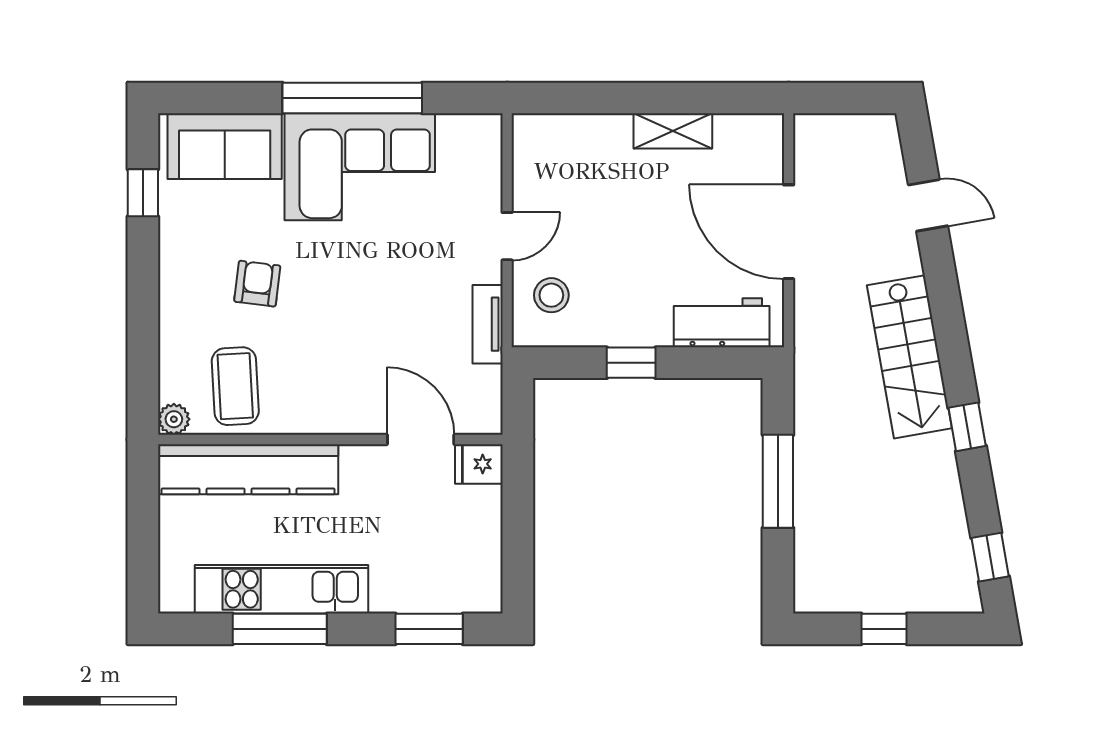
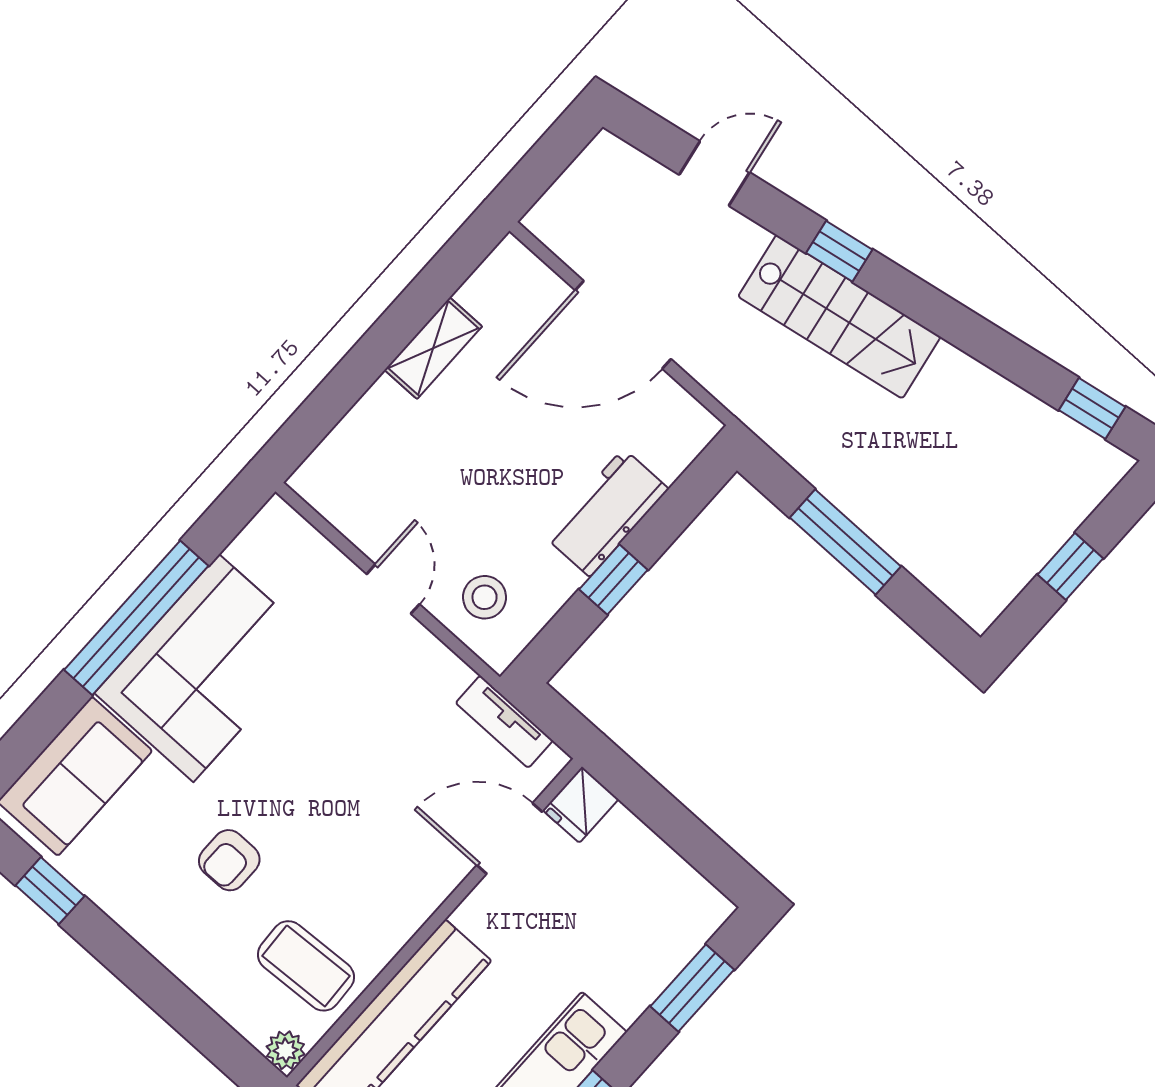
armchair: (257, 284) -> (229, 860), turned -97
workbench: (722, 323) -> (607, 513), moved
tv unit: (488, 324) -> (504, 722), moved
window: (967, 427) -> (839, 251), moved

